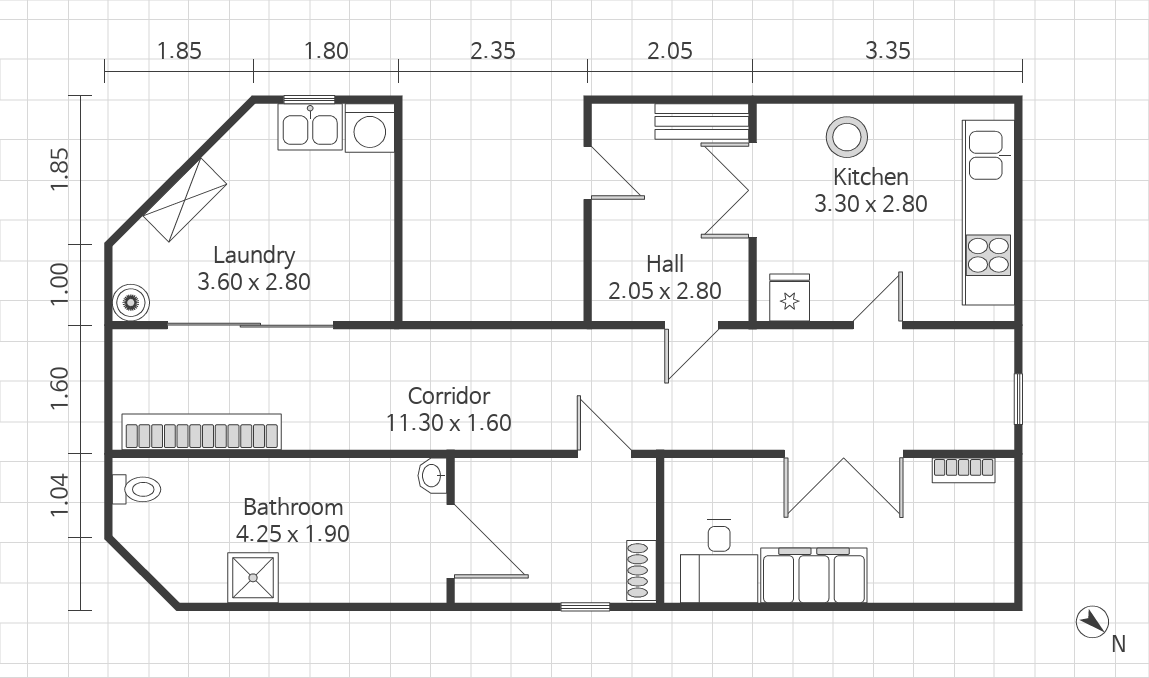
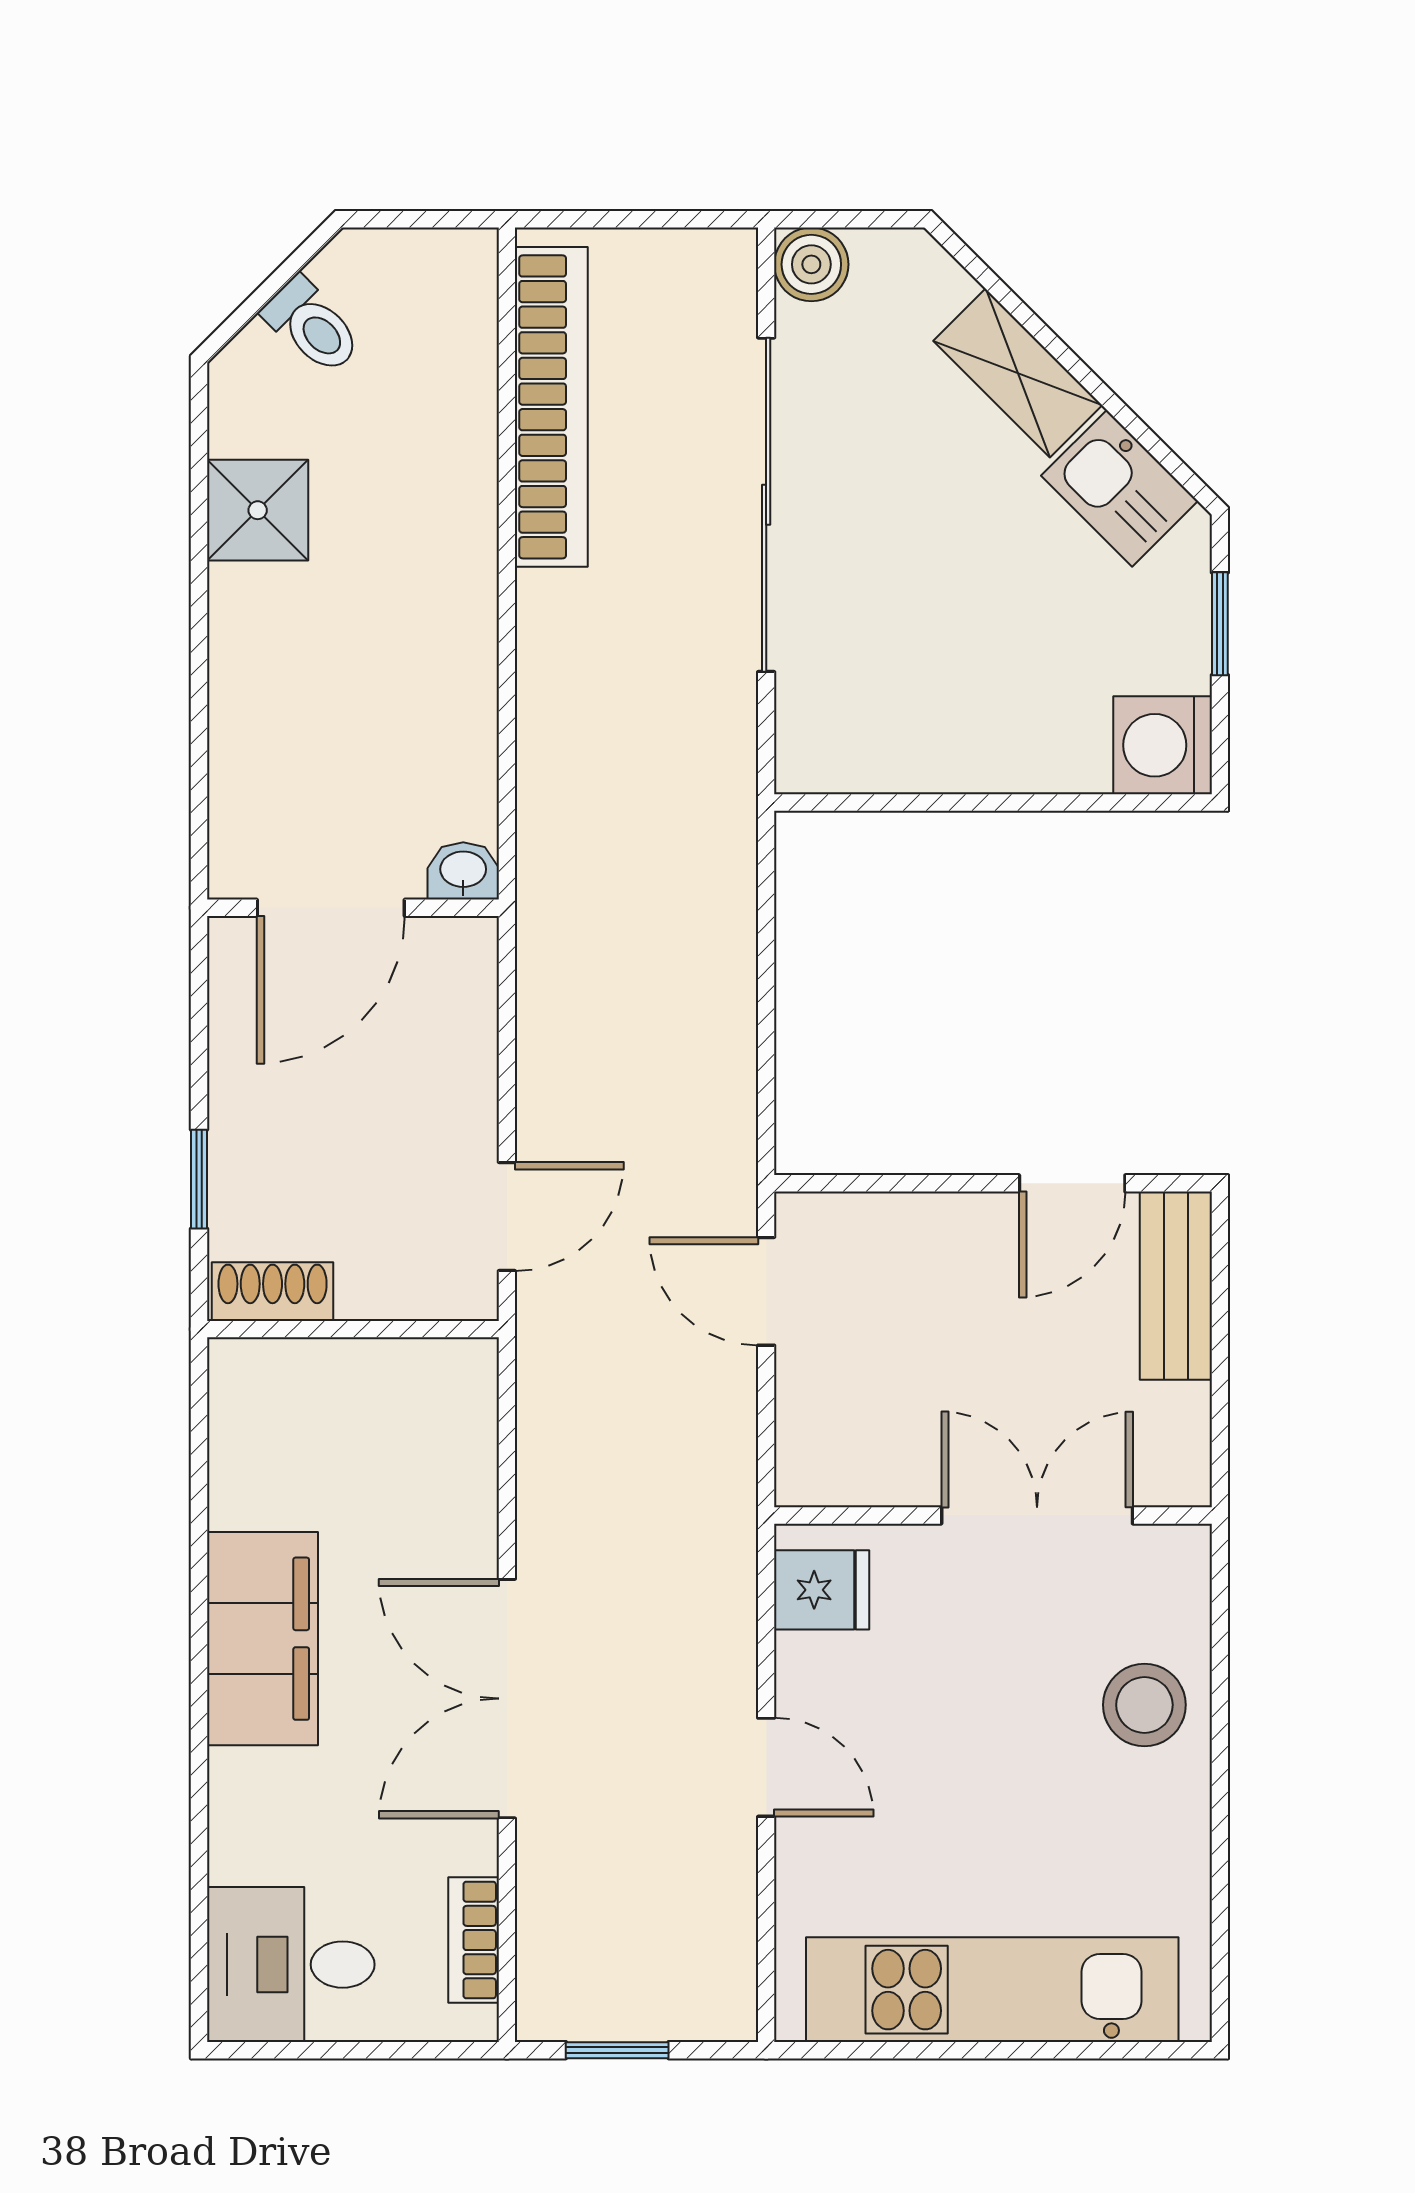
bench: (702, 121) -> (1176, 1286), moved
kitchen sink: (310, 127) -> (1120, 488), moved, turned -45
door: (692, 325) -> (766, 1291), moved
toilet: (136, 489) -> (312, 326), moved, turned -45
desk: (719, 561) -> (291, 1965), moved

